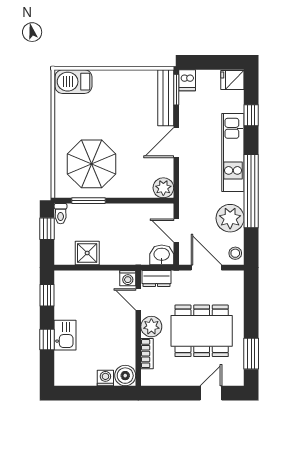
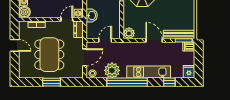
washbasin: (162, 255) -> (92, 15), moved
plant: (151, 327) -> (52, 27), removed
window: (251, 354) -> (51, 82), moved
door: (211, 393) -> (15, 45), moved

